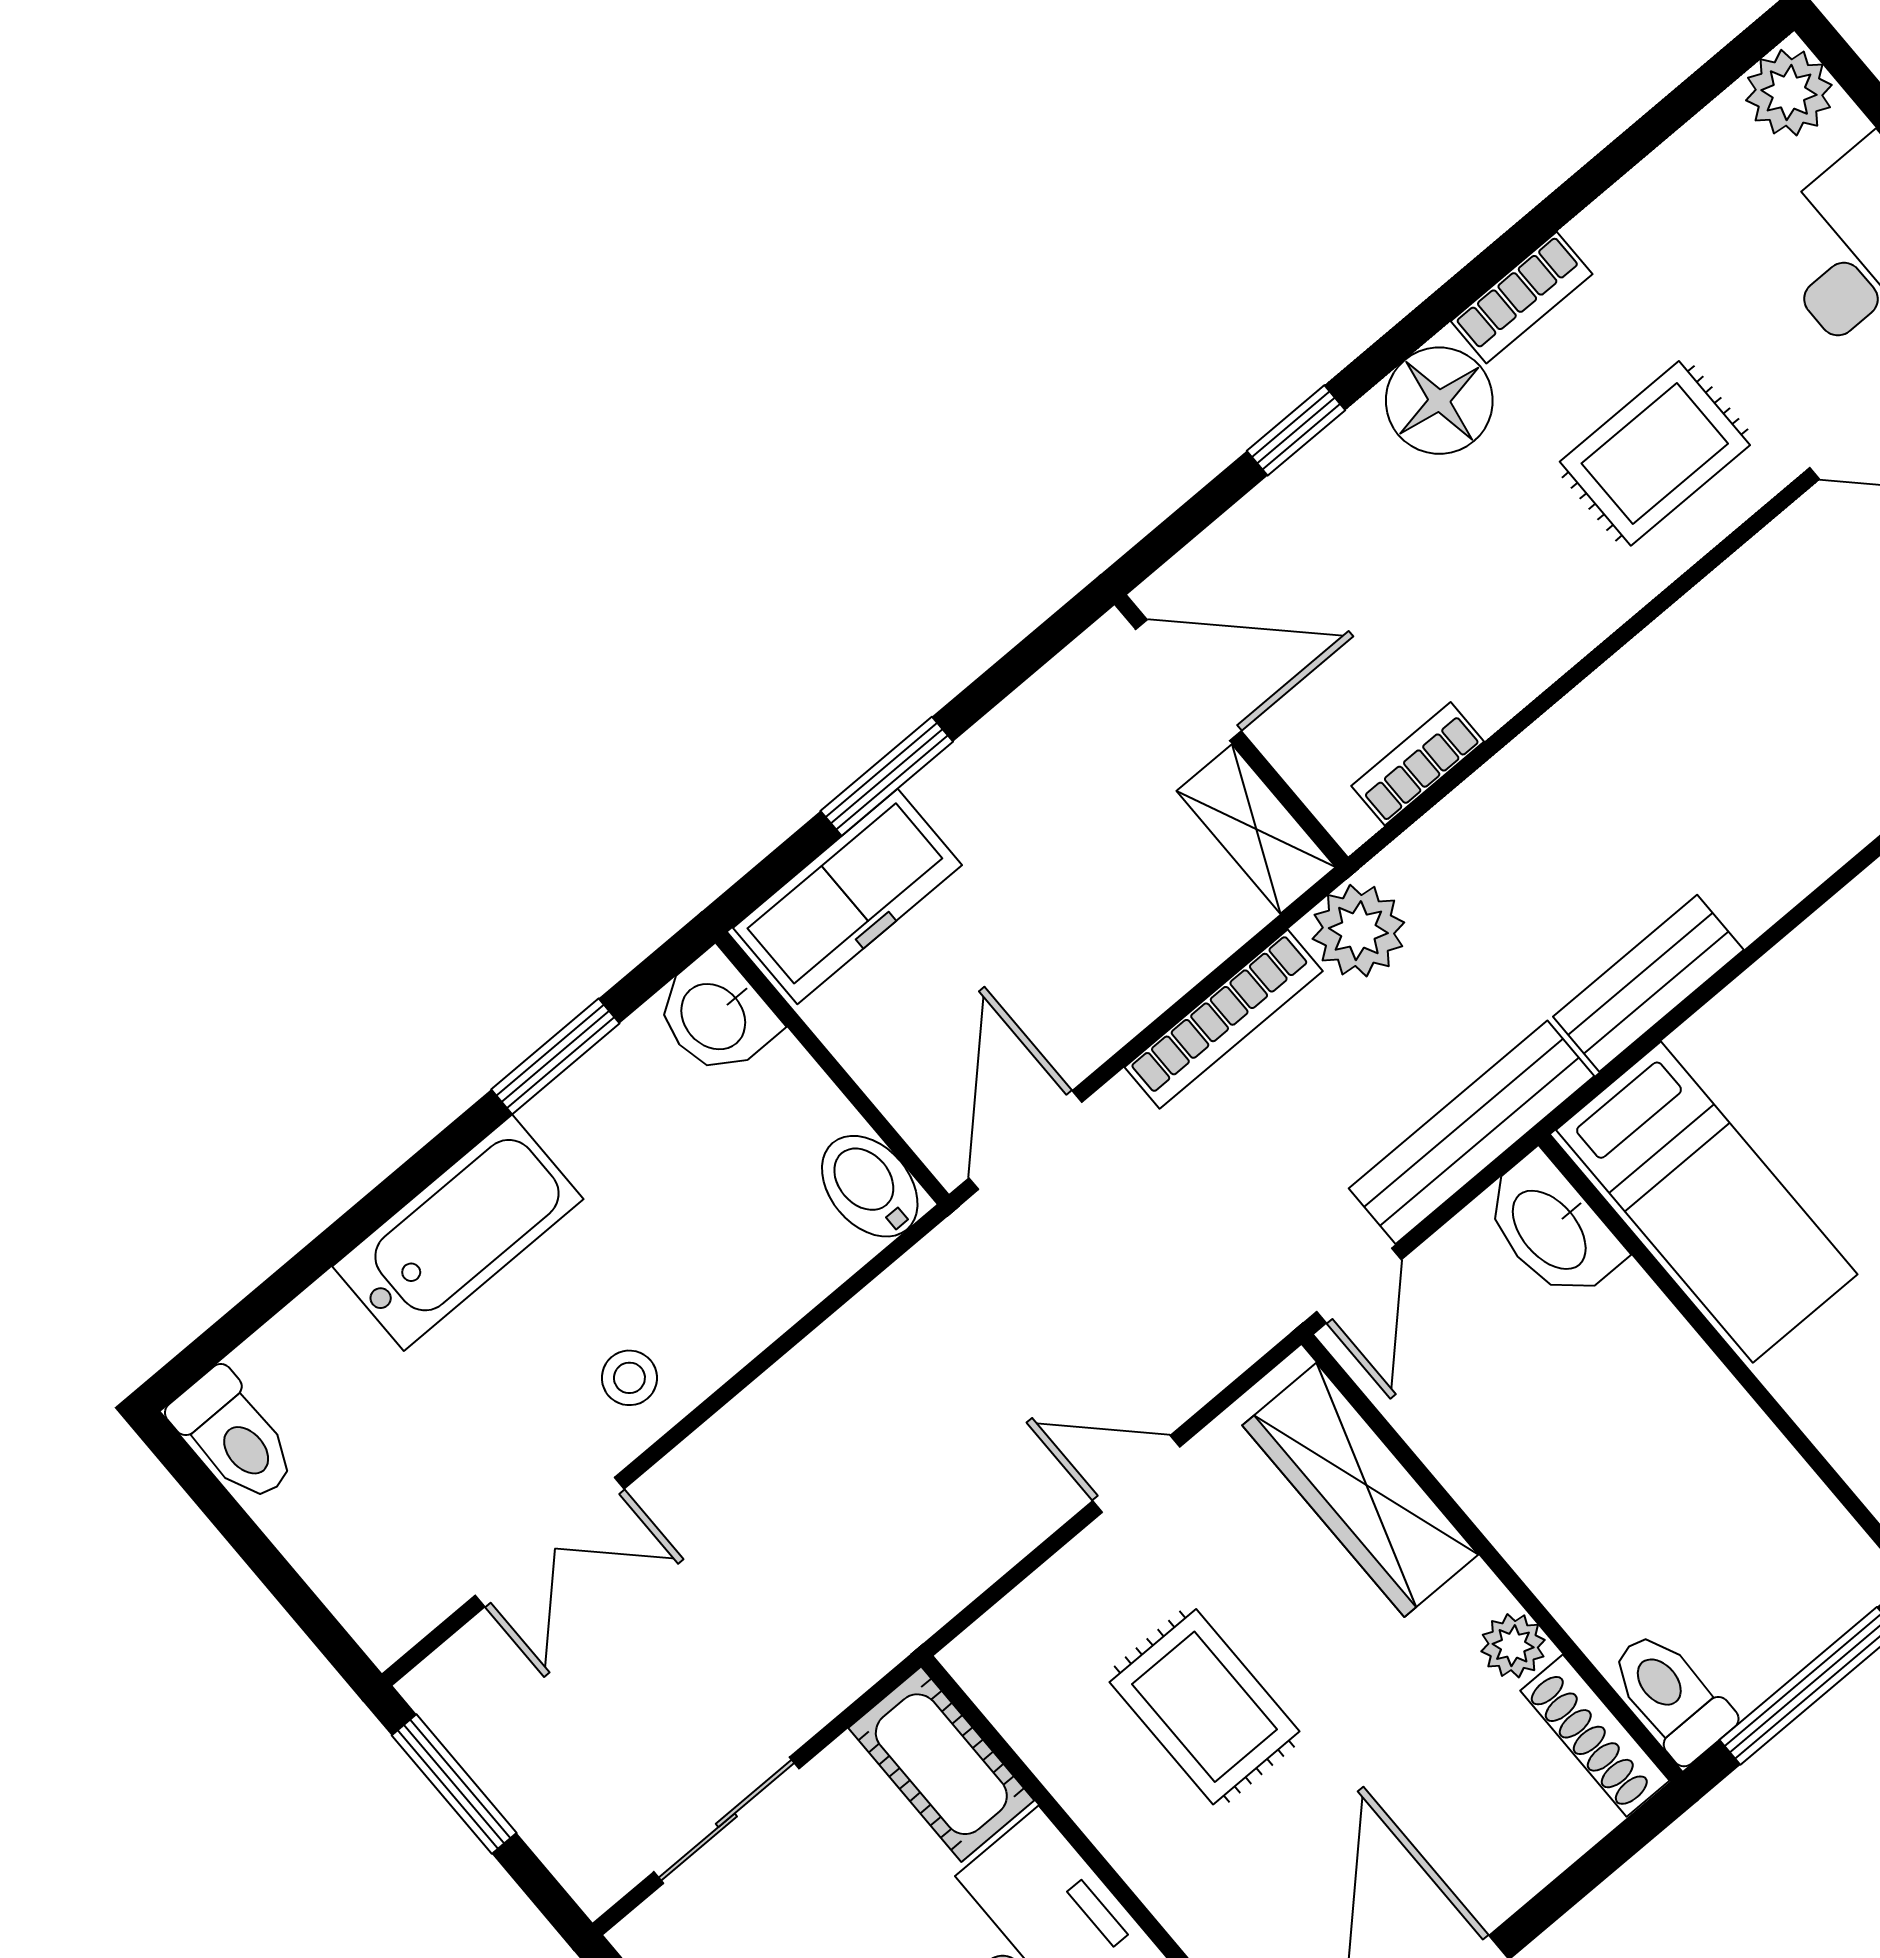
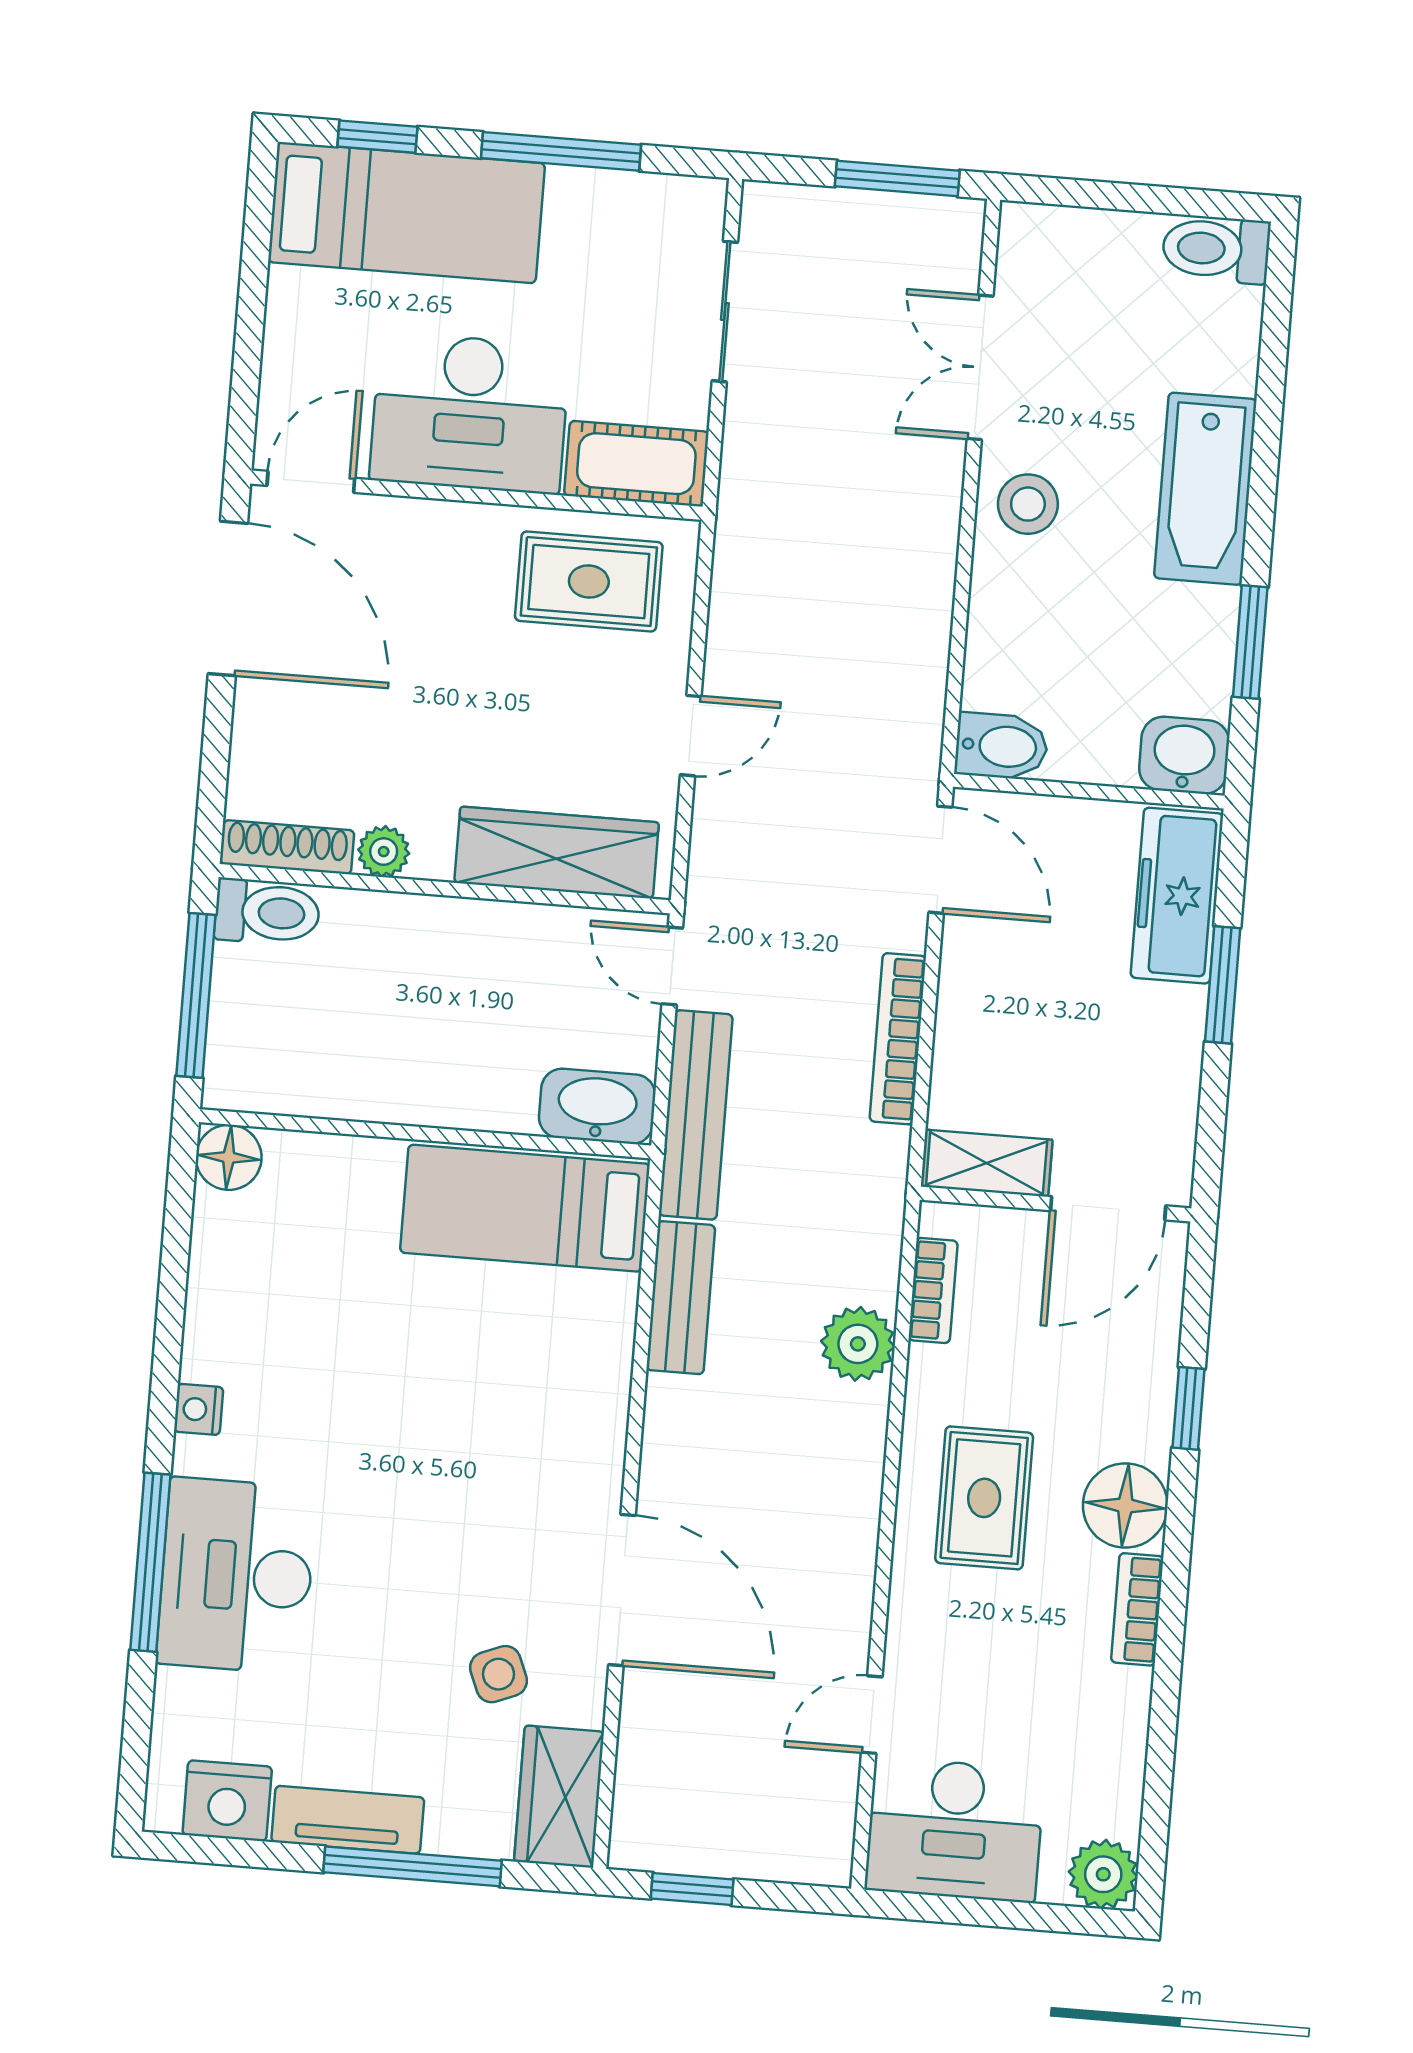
rug: (1655, 453) -> (984, 1498), moved
plant: (1358, 931) -> (858, 1344), moved
stool: (629, 1378) -> (1028, 504), width x1.37, depth x1.37
rug: (1205, 1707) -> (589, 581), moved

